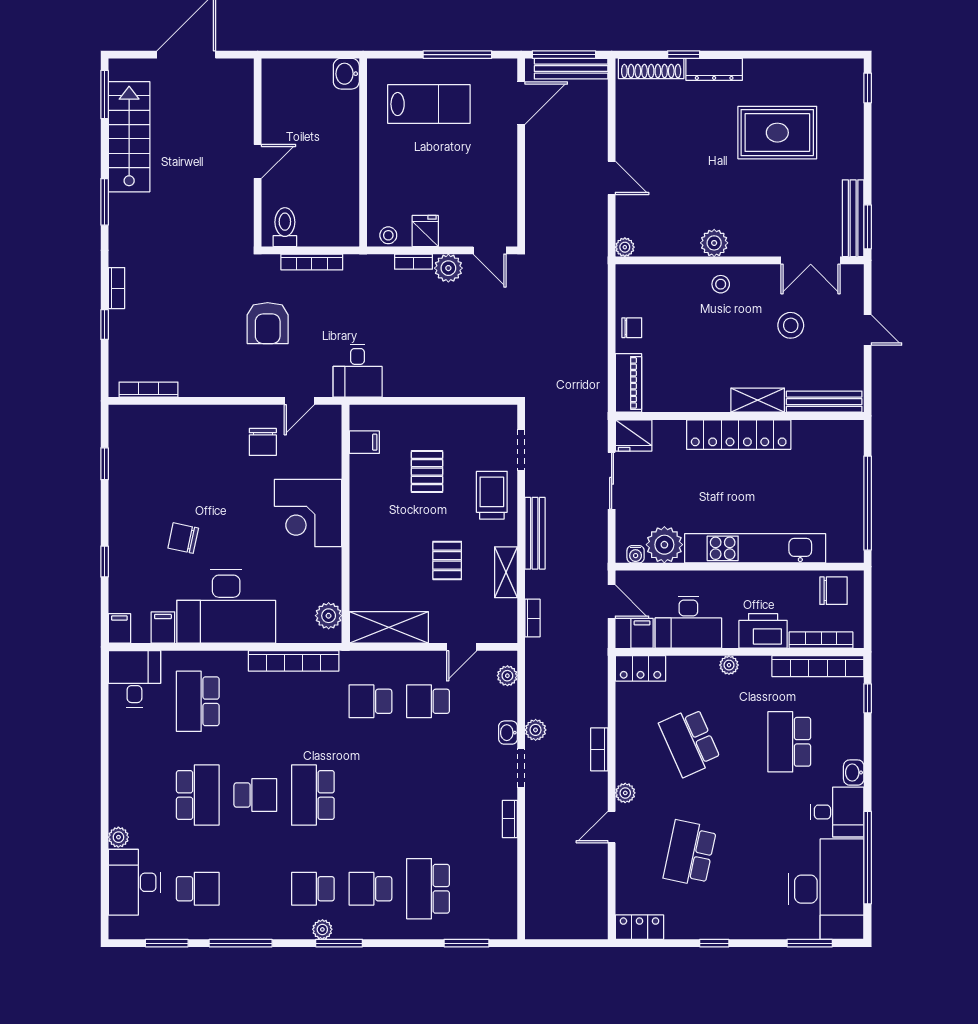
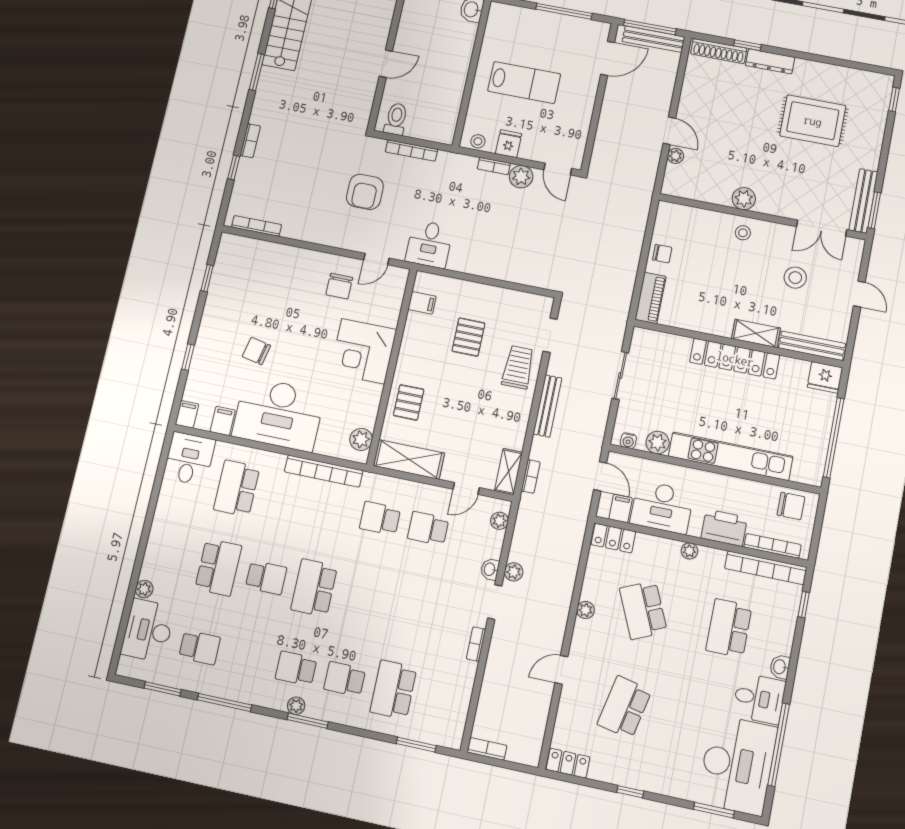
lab bench: (429, 104) -> (524, 82), moved
plant: (625, 247) -> (676, 156), moved
fridge: (634, 435) -> (825, 377), moved
plant: (664, 545) -> (658, 443), width x0.73, depth x0.73
pallet: (447, 560) -> (409, 402), moved
shelving: (506, 572) -> (509, 472), moved
bookcase: (599, 749) -> (487, 749), moved, turned 90
plant: (625, 793) -> (586, 610), moved

